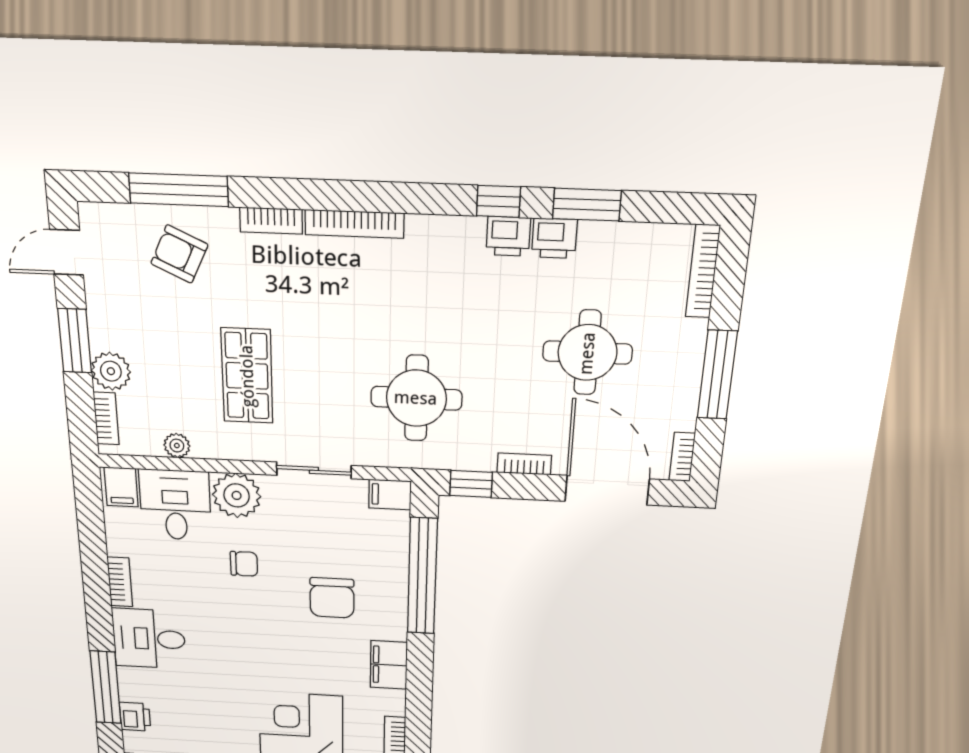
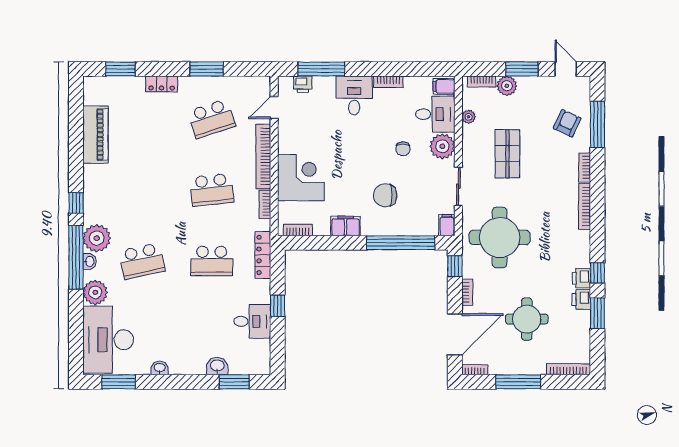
shop shelf: (247, 376) -> (507, 154), turned 90
round table: (416, 398) -> (500, 237), width x1.36, depth x1.36

